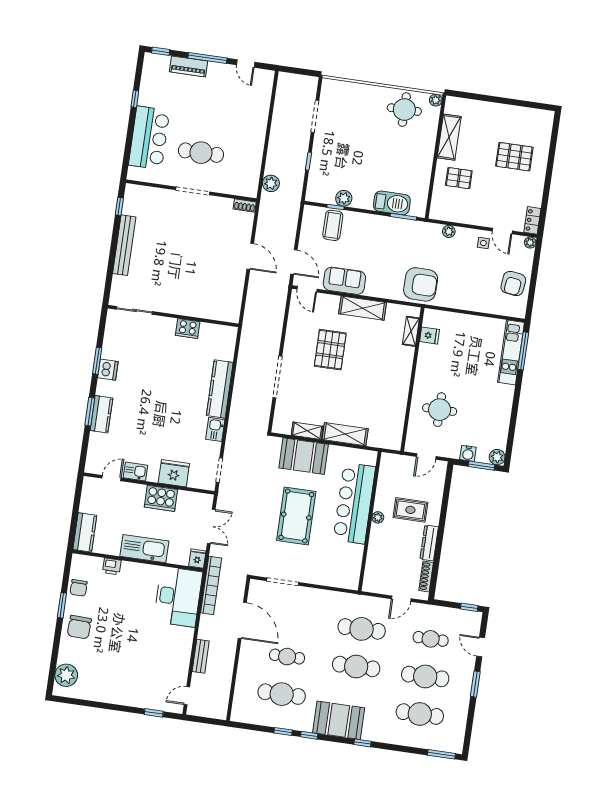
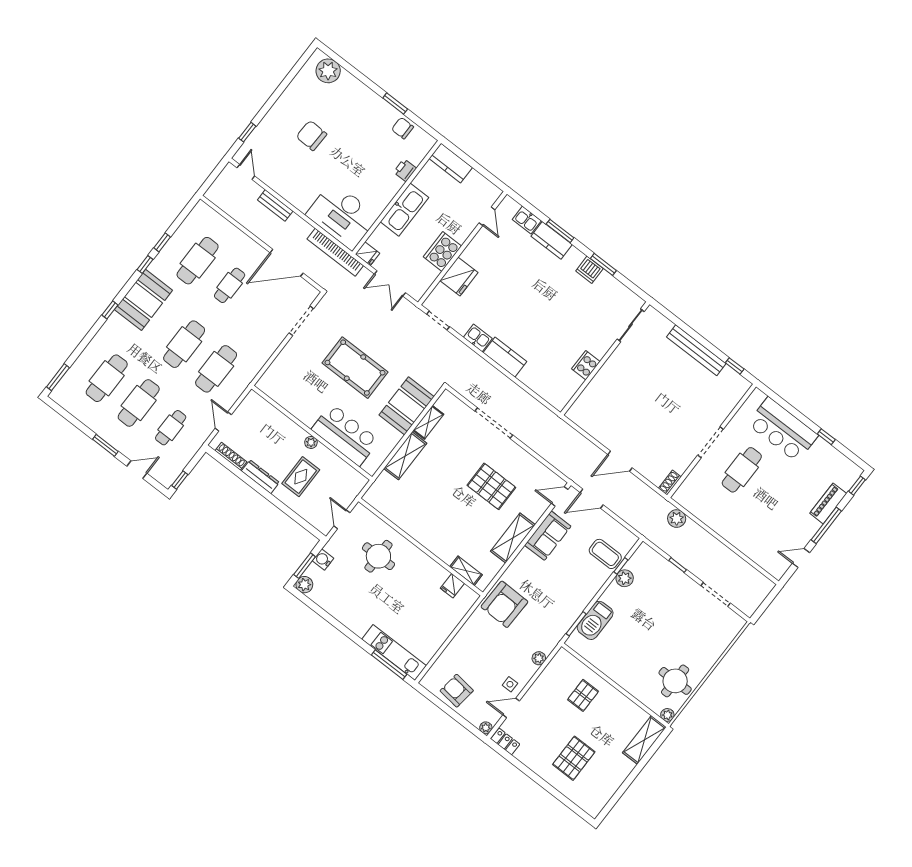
shelving: (449, 137) -> (644, 740), moved, turned 90
kitchen counter: (220, 389) -> (505, 357), width x0.67
kitchen sink: (135, 472) -> (527, 220), moved, turned 90
bar counter: (354, 503) -> (345, 435), width x0.73
chair: (79, 627) -> (311, 135), moved

